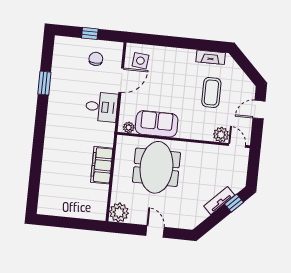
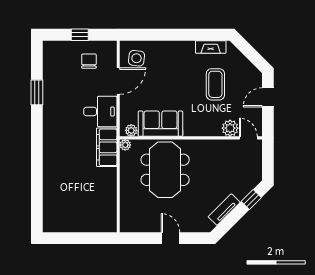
filing cabinet: (102, 165) -> (107, 147), moved
tv unit: (219, 201) -> (224, 210), moved
plant: (119, 212) -> (125, 145), moved, width x0.53, depth x0.53

